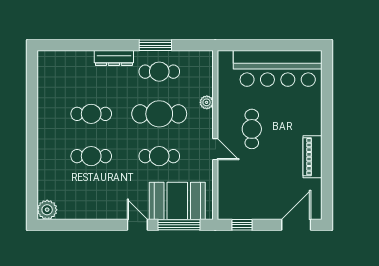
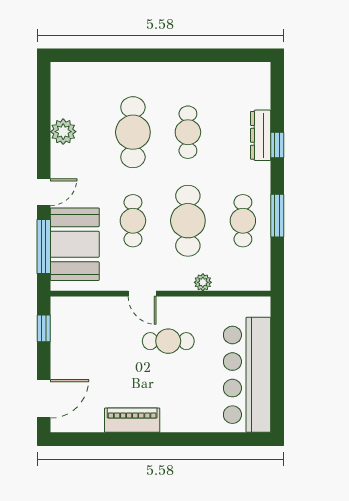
window: (101, 45) -> (277, 145), added
dresser: (114, 58) -> (261, 135), moved
door: (215, 149) -> (142, 294), hinge flipped
cafe table: (91, 156) -> (133, 132), width x1.37, depth x1.35
plant: (47, 210) -> (63, 132), moved
door: (296, 225) -> (44, 399), hinge flipped

